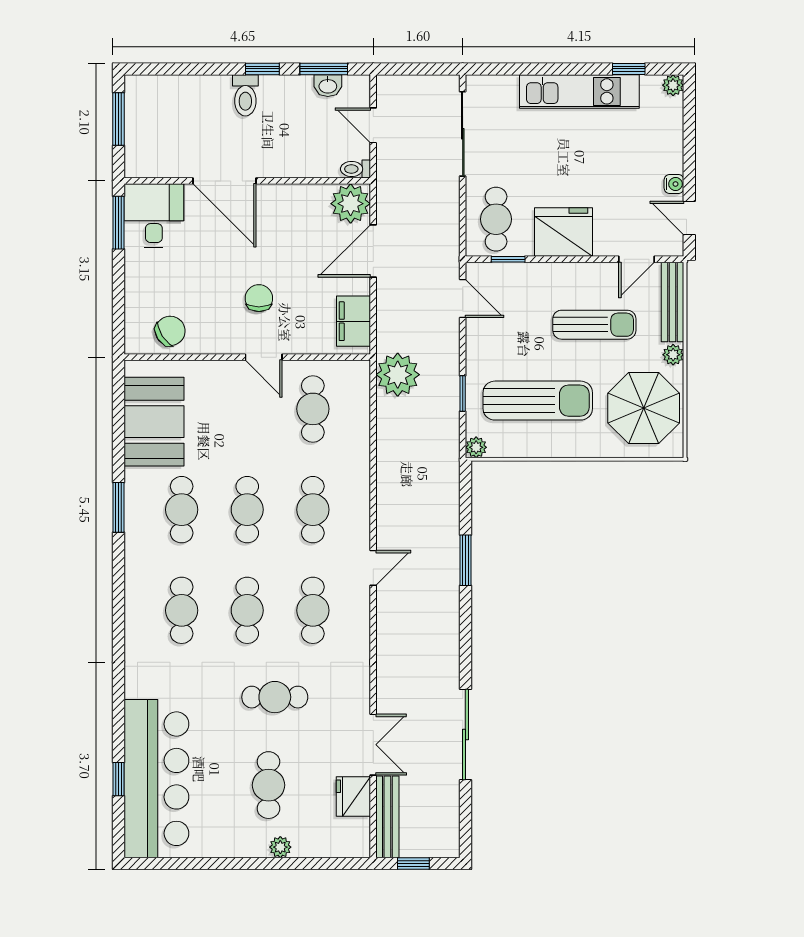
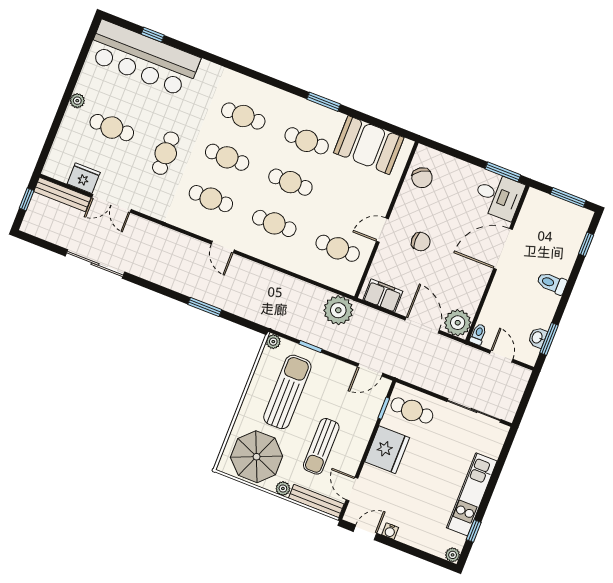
window: (262, 69) -> (586, 244), moved
door: (373, 125) -> (501, 356), hinge flipped
sun lounger: (538, 401) -> (287, 392), turned 180
plant: (280, 847) -> (77, 101), moved

